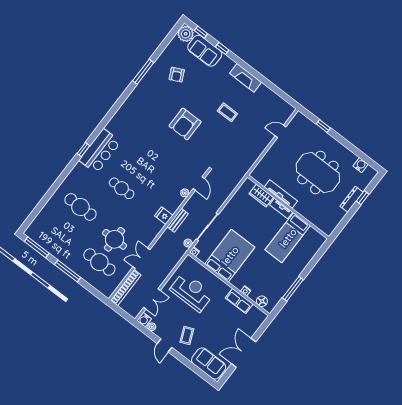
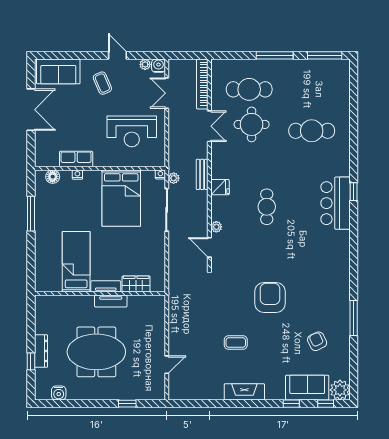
cafe table: (122, 188) -> (267, 207), moved, turned 90
tv unit: (281, 194) -> (111, 301), width x0.71
bench: (178, 220) -> (202, 174), moved

